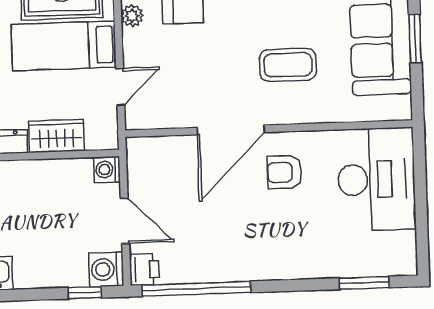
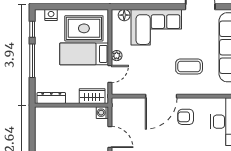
plant: (132, 16) -> (117, 56), moved
wardrobe: (57, 136) -> (92, 96), moved

